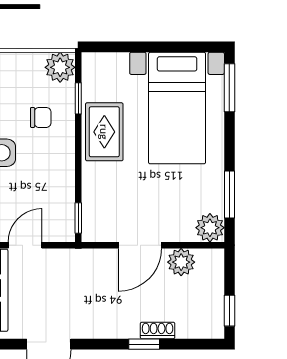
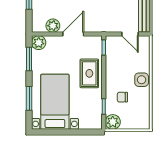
window: (229, 88) -> (29, 98), moved
rug: (104, 132) -> (89, 73), moved
door: (25, 245) -> (130, 34), hinge flipped

